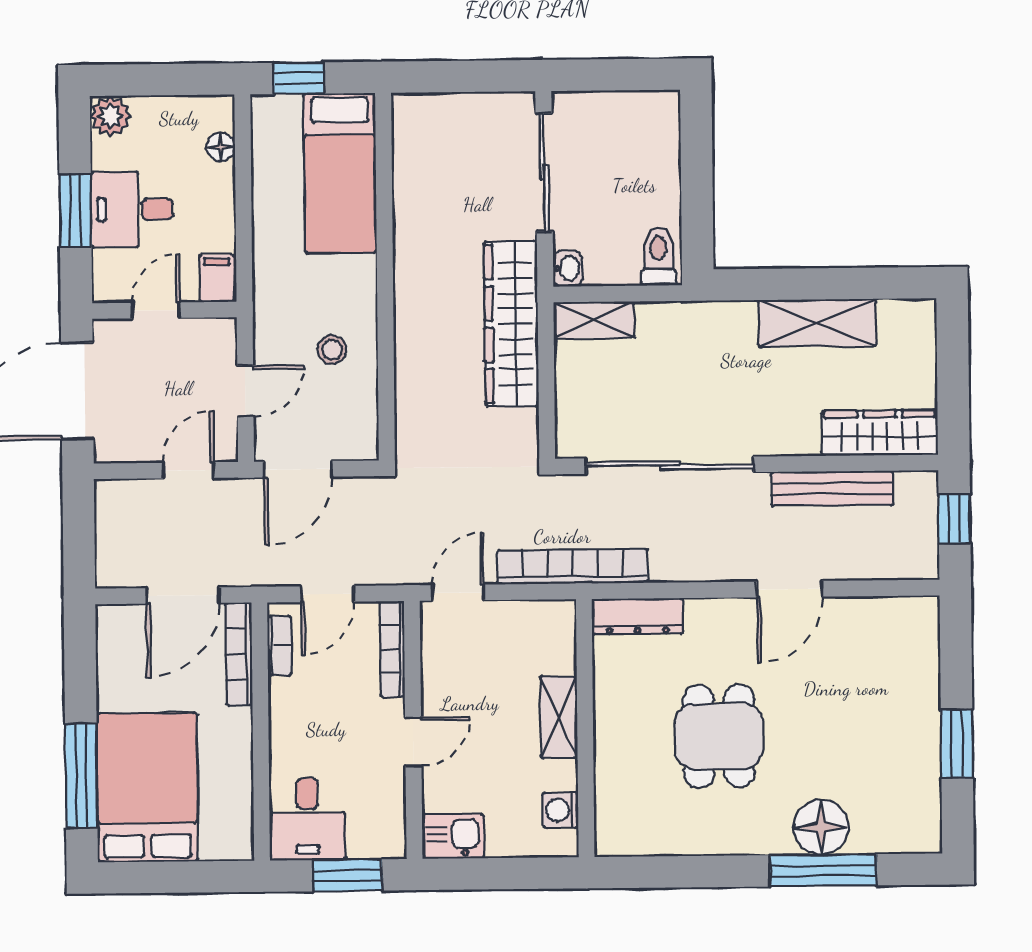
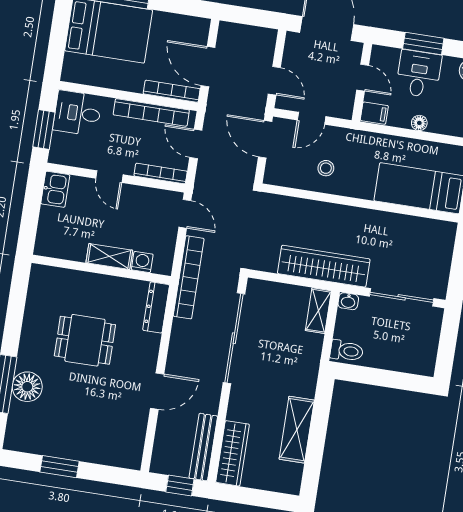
floor lamp: (221, 147) -> (419, 123), moved
door: (245, 391) -> (312, 118), hinge flipped
bench: (832, 488) -> (203, 447), moved
door: (790, 589) -> (157, 391), swing flipped
bookcase: (280, 646) -> (151, 112), width x2.31, depth x1.31
washing machine: (561, 810) -> (142, 262), moved

